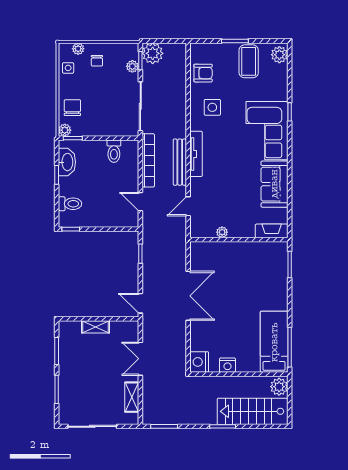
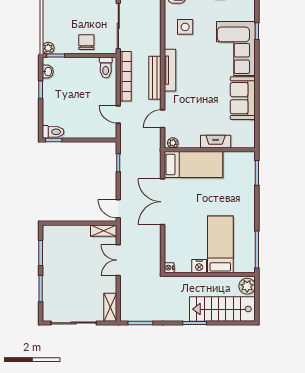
chair: (72, 108) -> (86, 42), moved
toilet: (114, 151) -> (106, 68), moved
washbasin: (67, 162) -> (48, 72), width x0.52, depth x0.69
toilet: (70, 204) -> (53, 132), moved
fireplace: (272, 231) -> (216, 142), moved
plant: (222, 232) -> (173, 143), moved
bed: (221, 256) -> (193, 165), added
double door: (188, 296) -> (163, 202), swing flipped
shelving: (96, 327) -> (104, 231), moved
bed: (274, 342) -> (220, 244), moved
nightstand: (199, 362) -> (169, 268), width x0.53, depth x0.56
shelving: (132, 397) -> (110, 307), moved

